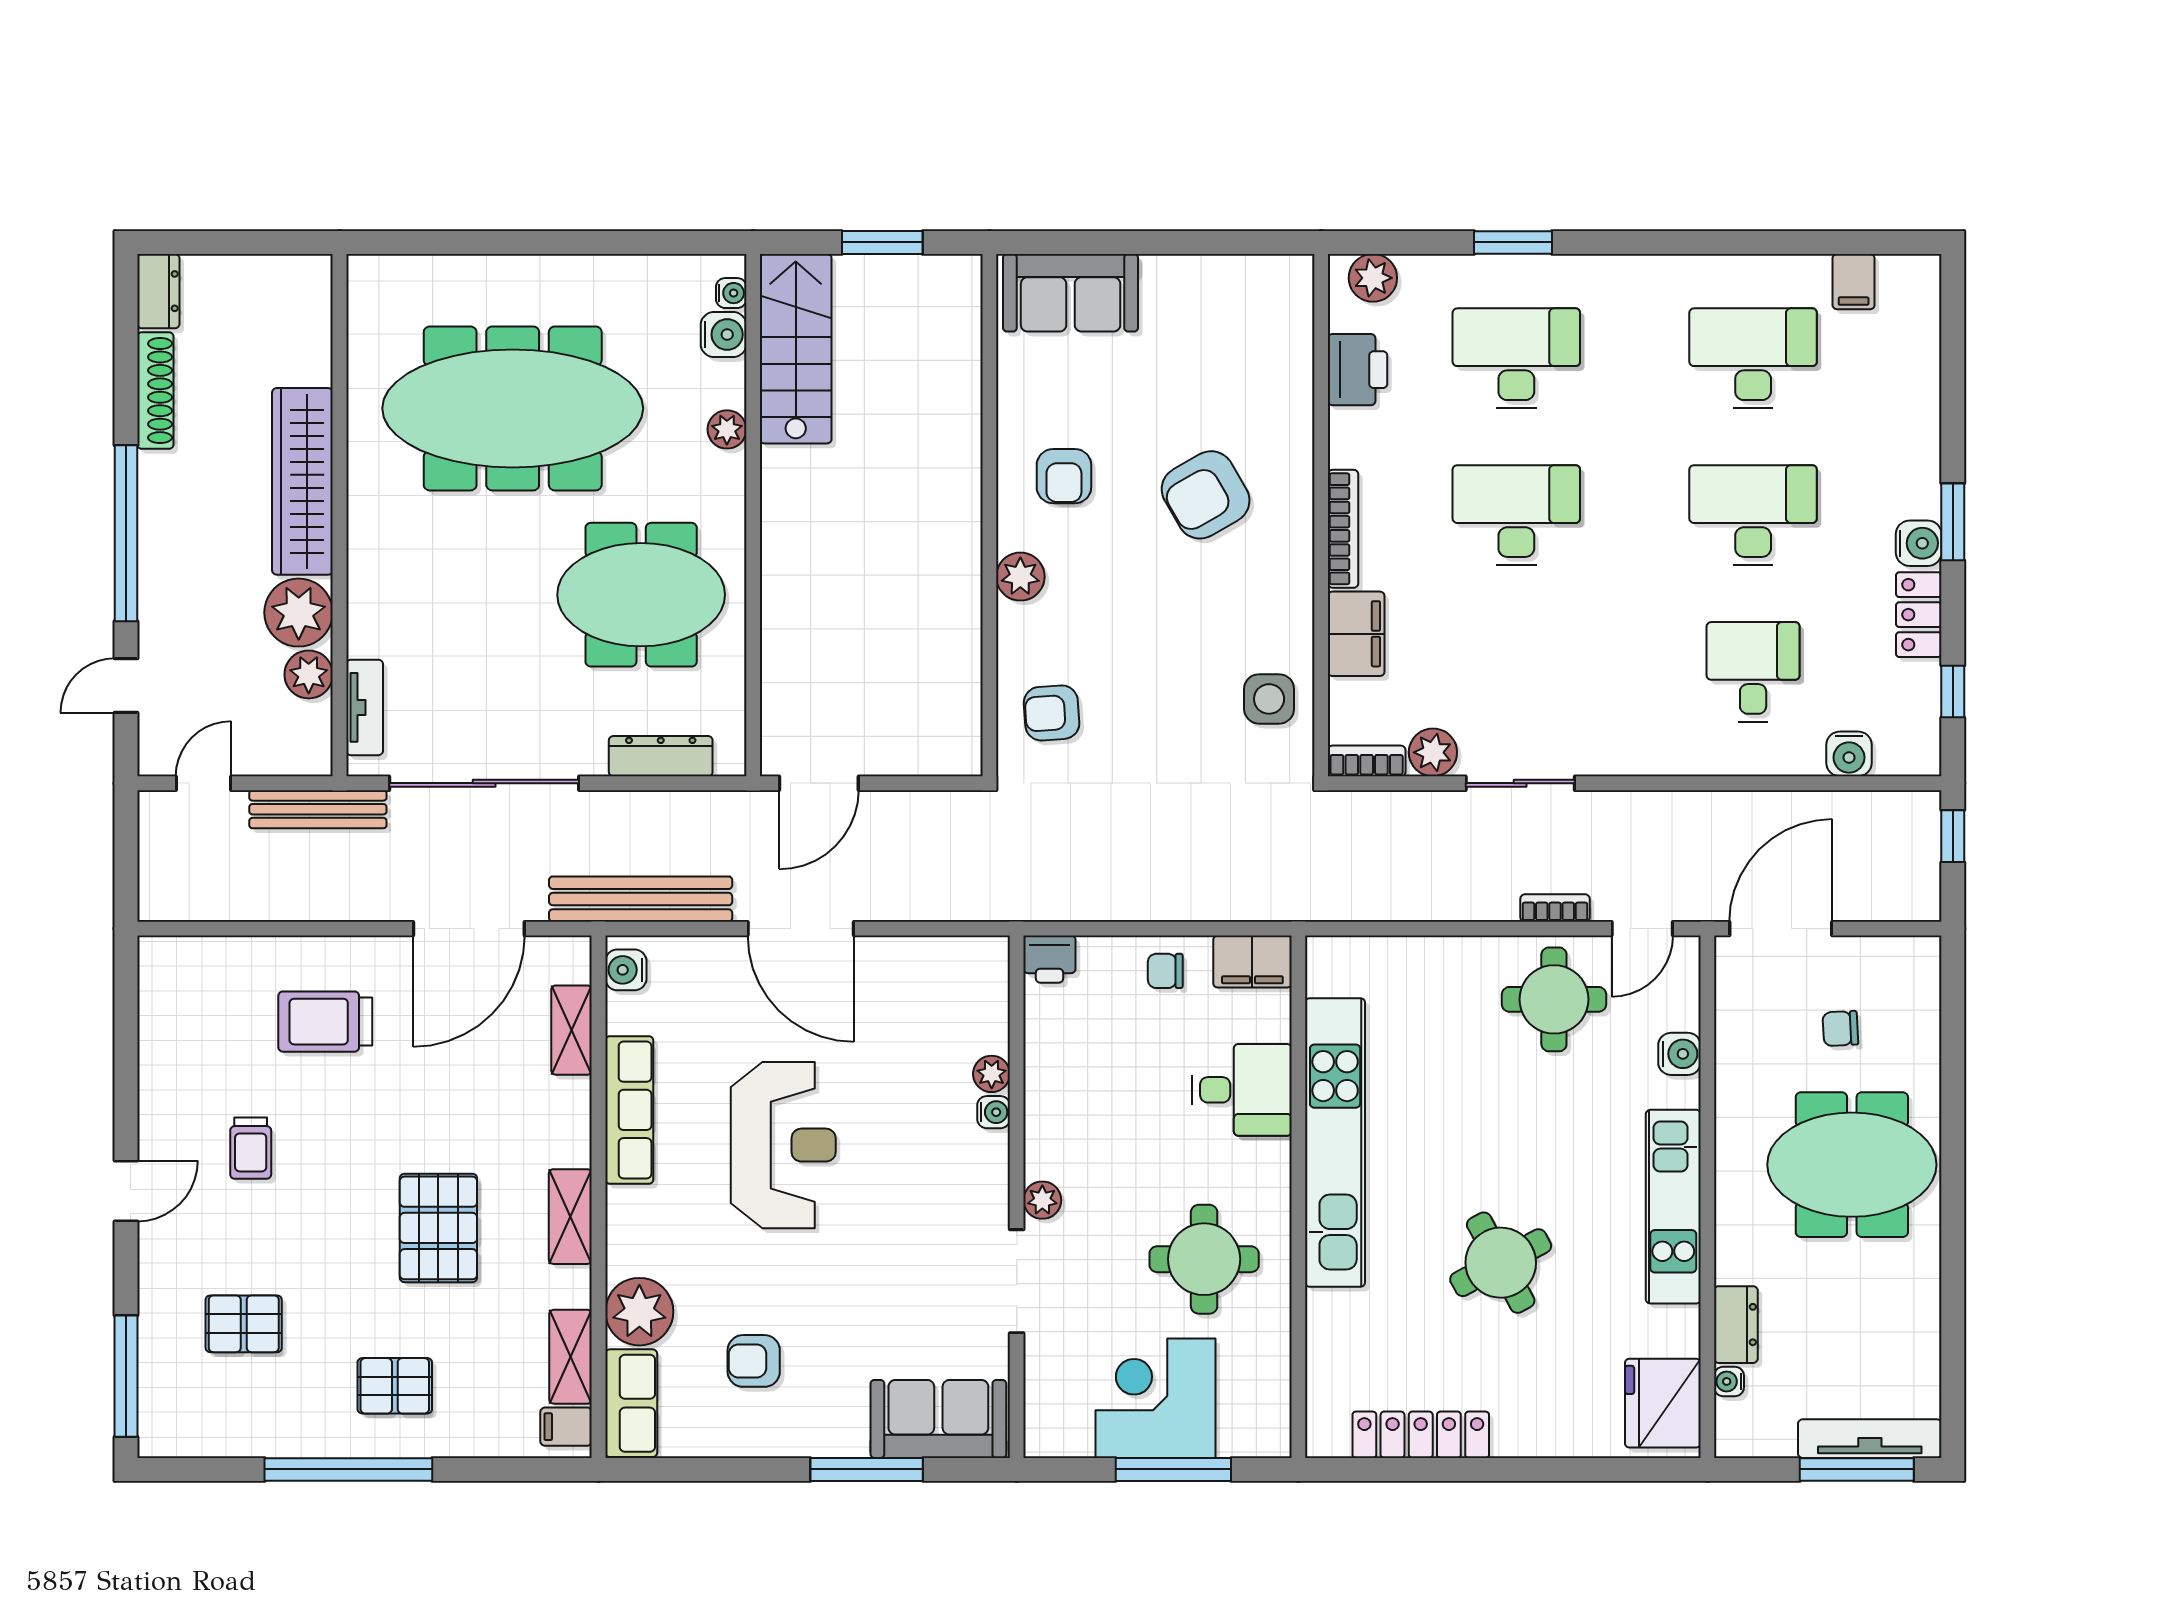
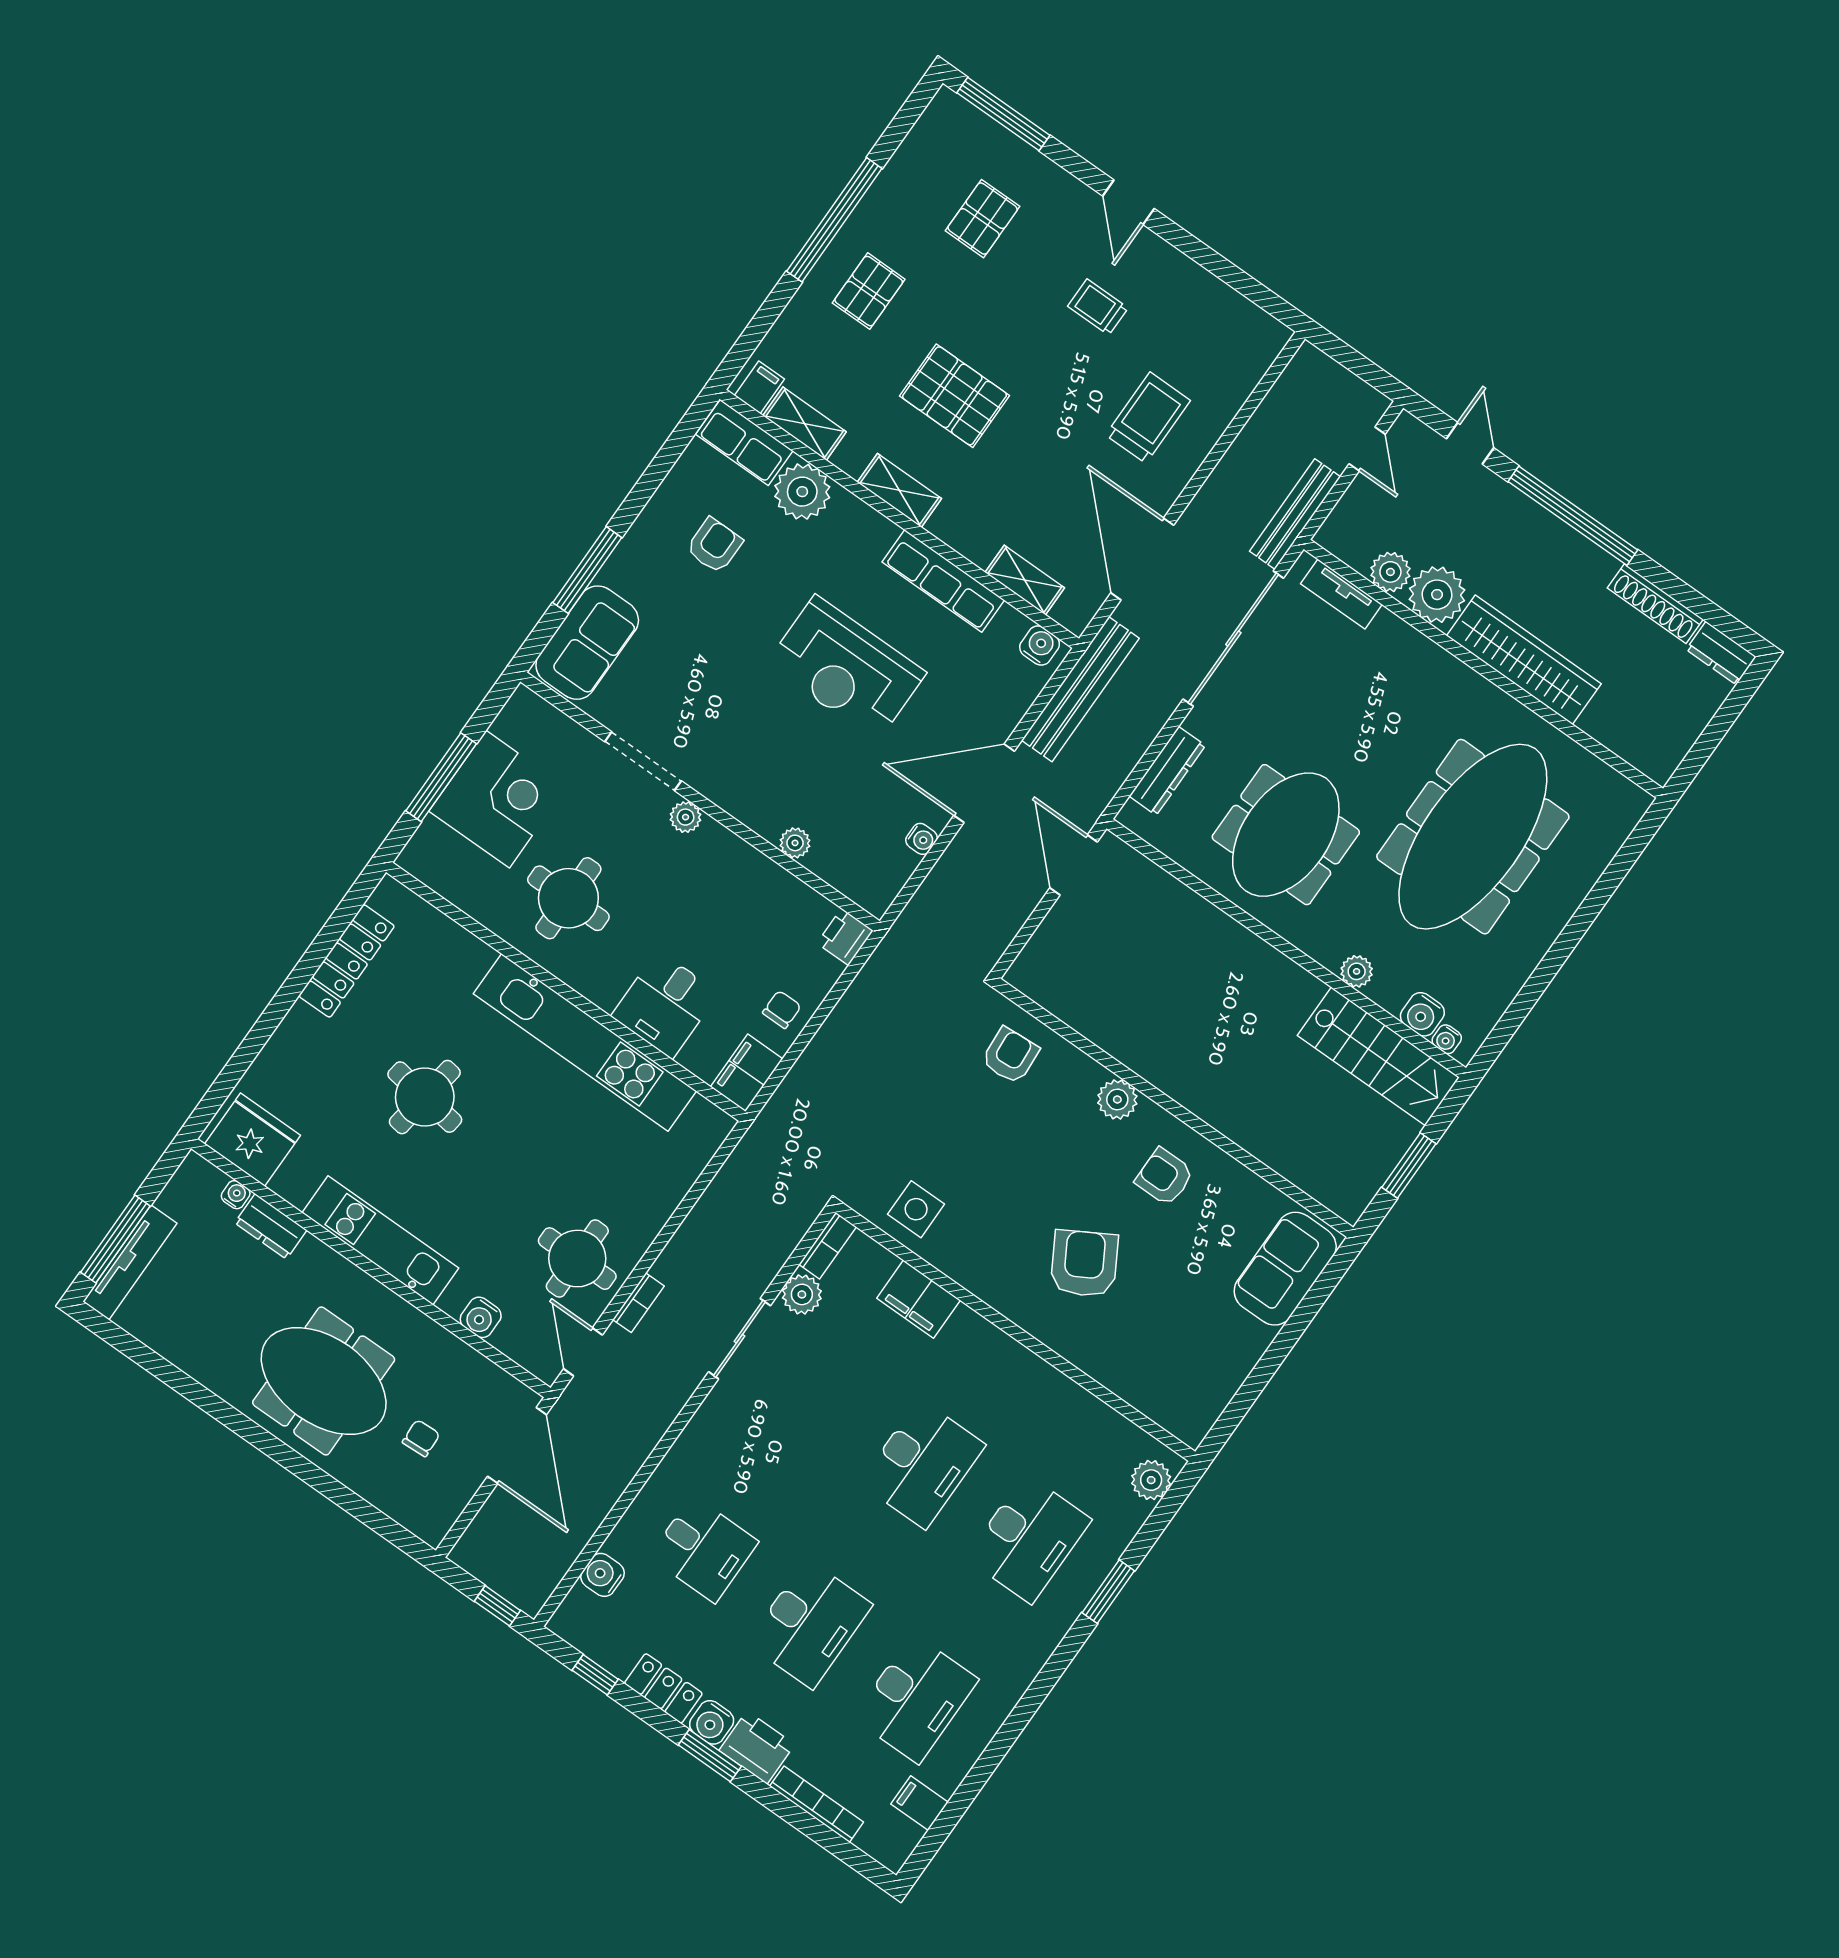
printer: (1358, 370) -> (757, 1747), moved, turned 180
bookcase: (1343, 529) -> (817, 1804), moved, turned 180
water cooler: (994, 1112) -> (921, 839), moved, turned -90
meeting table: (1852, 1165) -> (324, 1381), turned 90
round table: (1501, 1263) -> (425, 1097), turned 36

